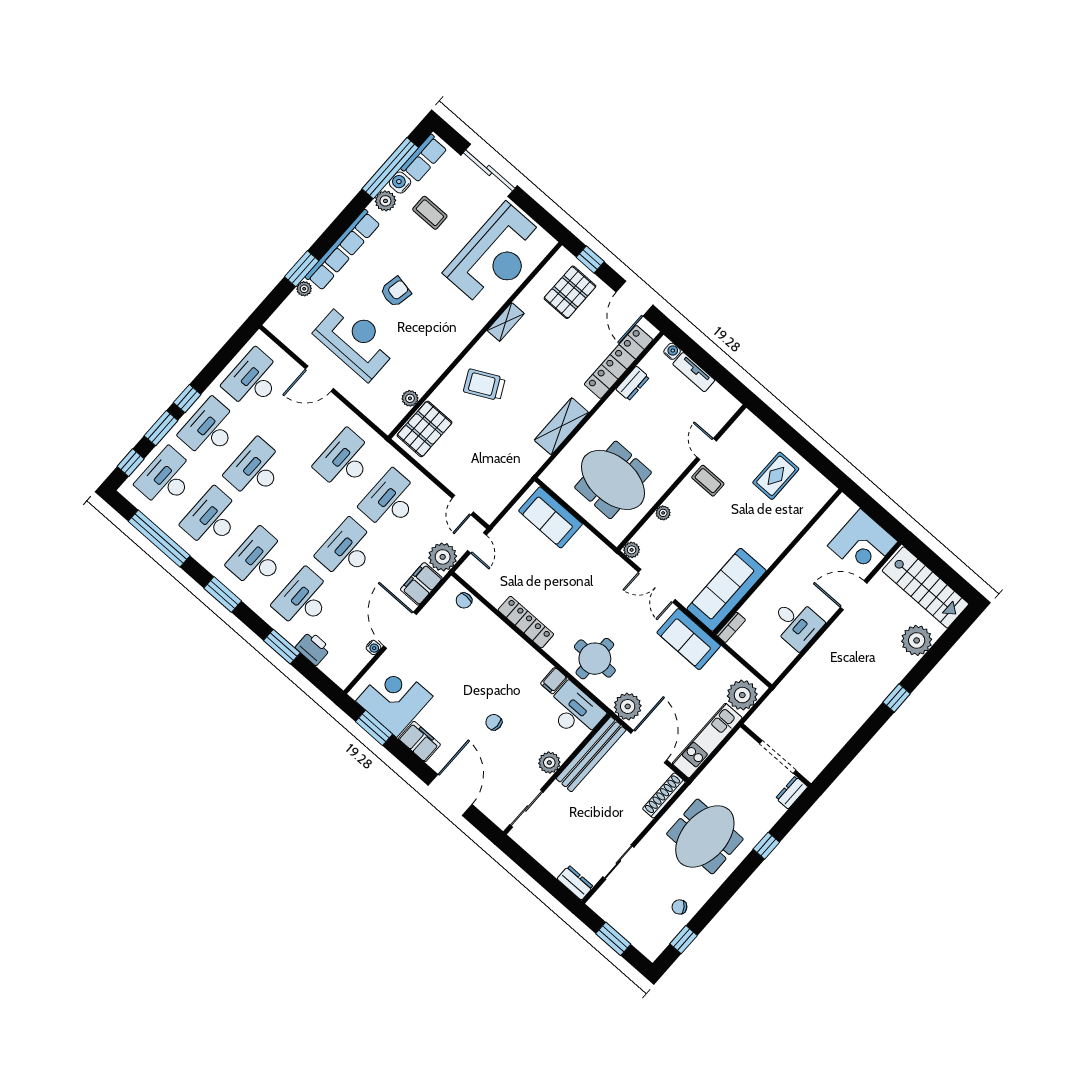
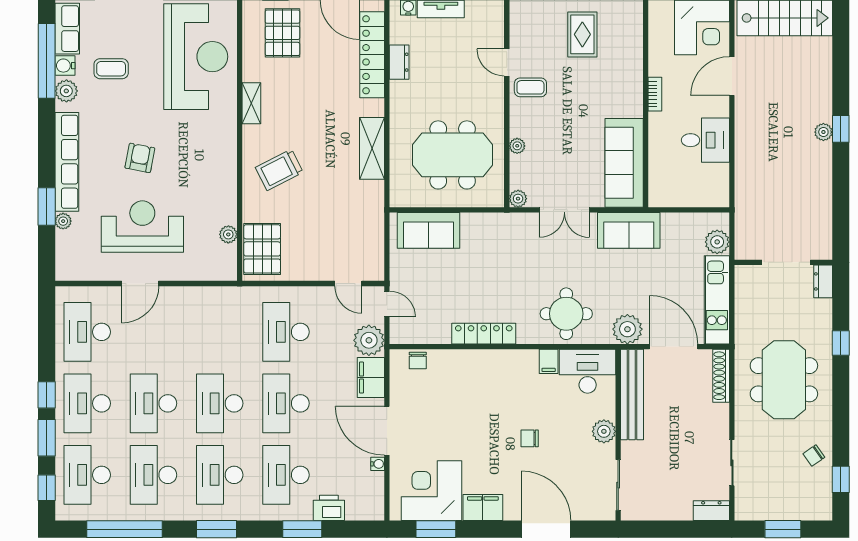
desk: (345, 460) -> (220, 403), moved
bookcase: (731, 627) -> (655, 94), moved
plant: (917, 640) -> (823, 132), moved, width x0.53, depth x0.53
plant: (742, 695) -> (717, 242), width x0.73, depth x0.73

